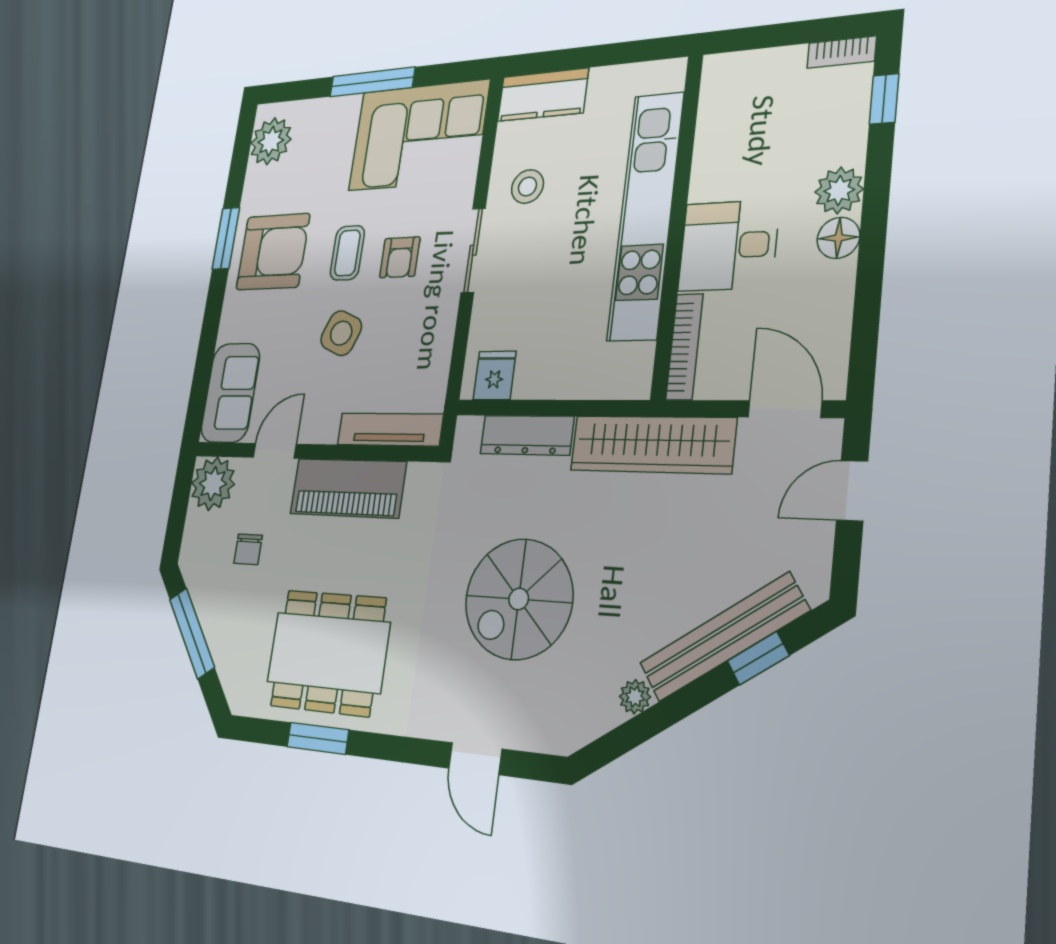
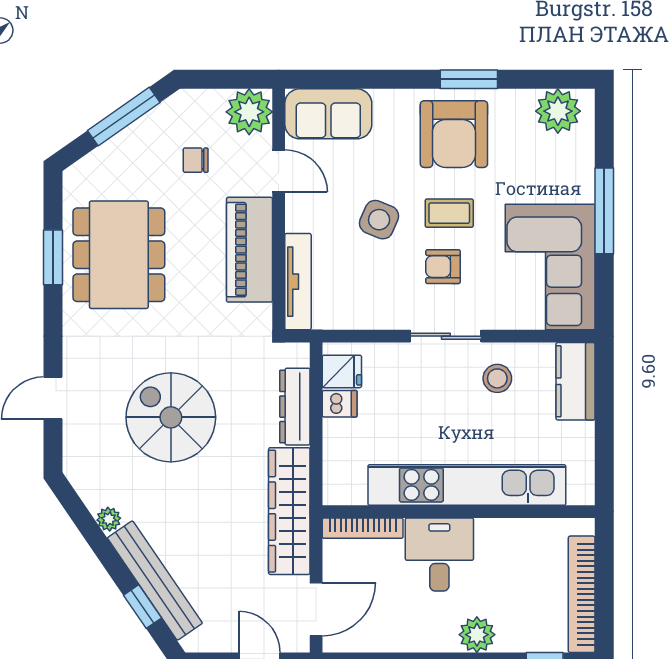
bookcase: (842, 52) -> (582, 594), width x2.31, depth x1.31
floor lamp: (838, 238) -> (441, 637), removed
dishwasher: (531, 378) -> (340, 404), added

